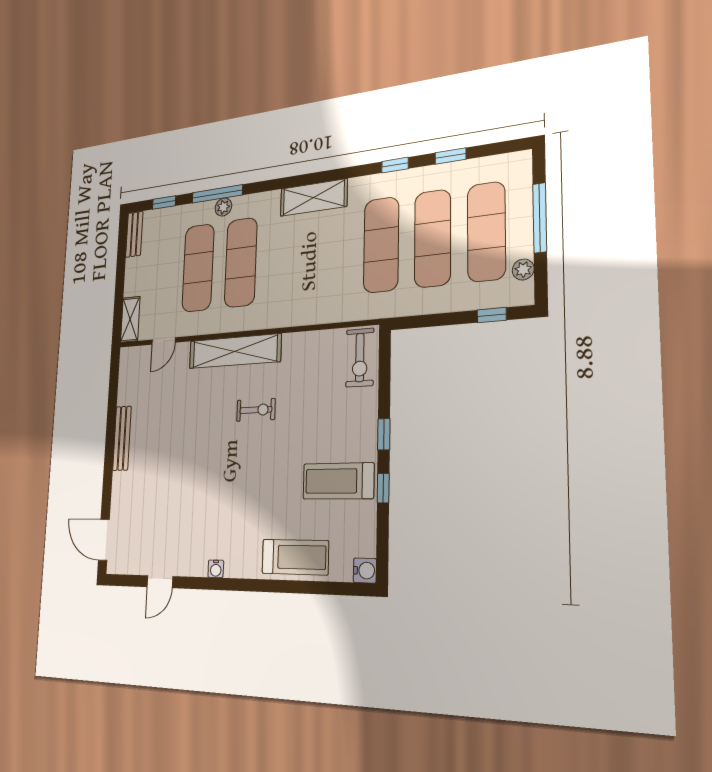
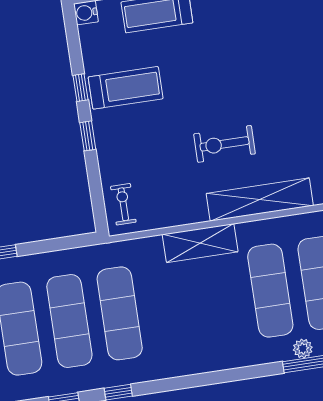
shelving: (314, 198) -> (200, 243), moved
exercise bike: (360, 358) -> (123, 204), width x0.73, depth x0.72
exercise bike: (256, 410) -> (224, 144), width x1.38, depth x1.39

